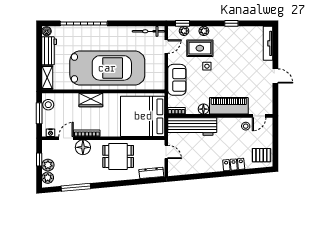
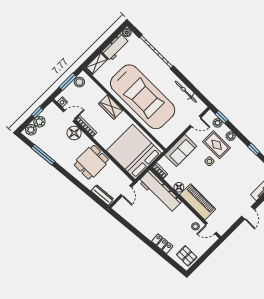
bicycle: (148, 31) -> (186, 92), moved
dining table: (118, 156) -> (91, 162), turned 90

